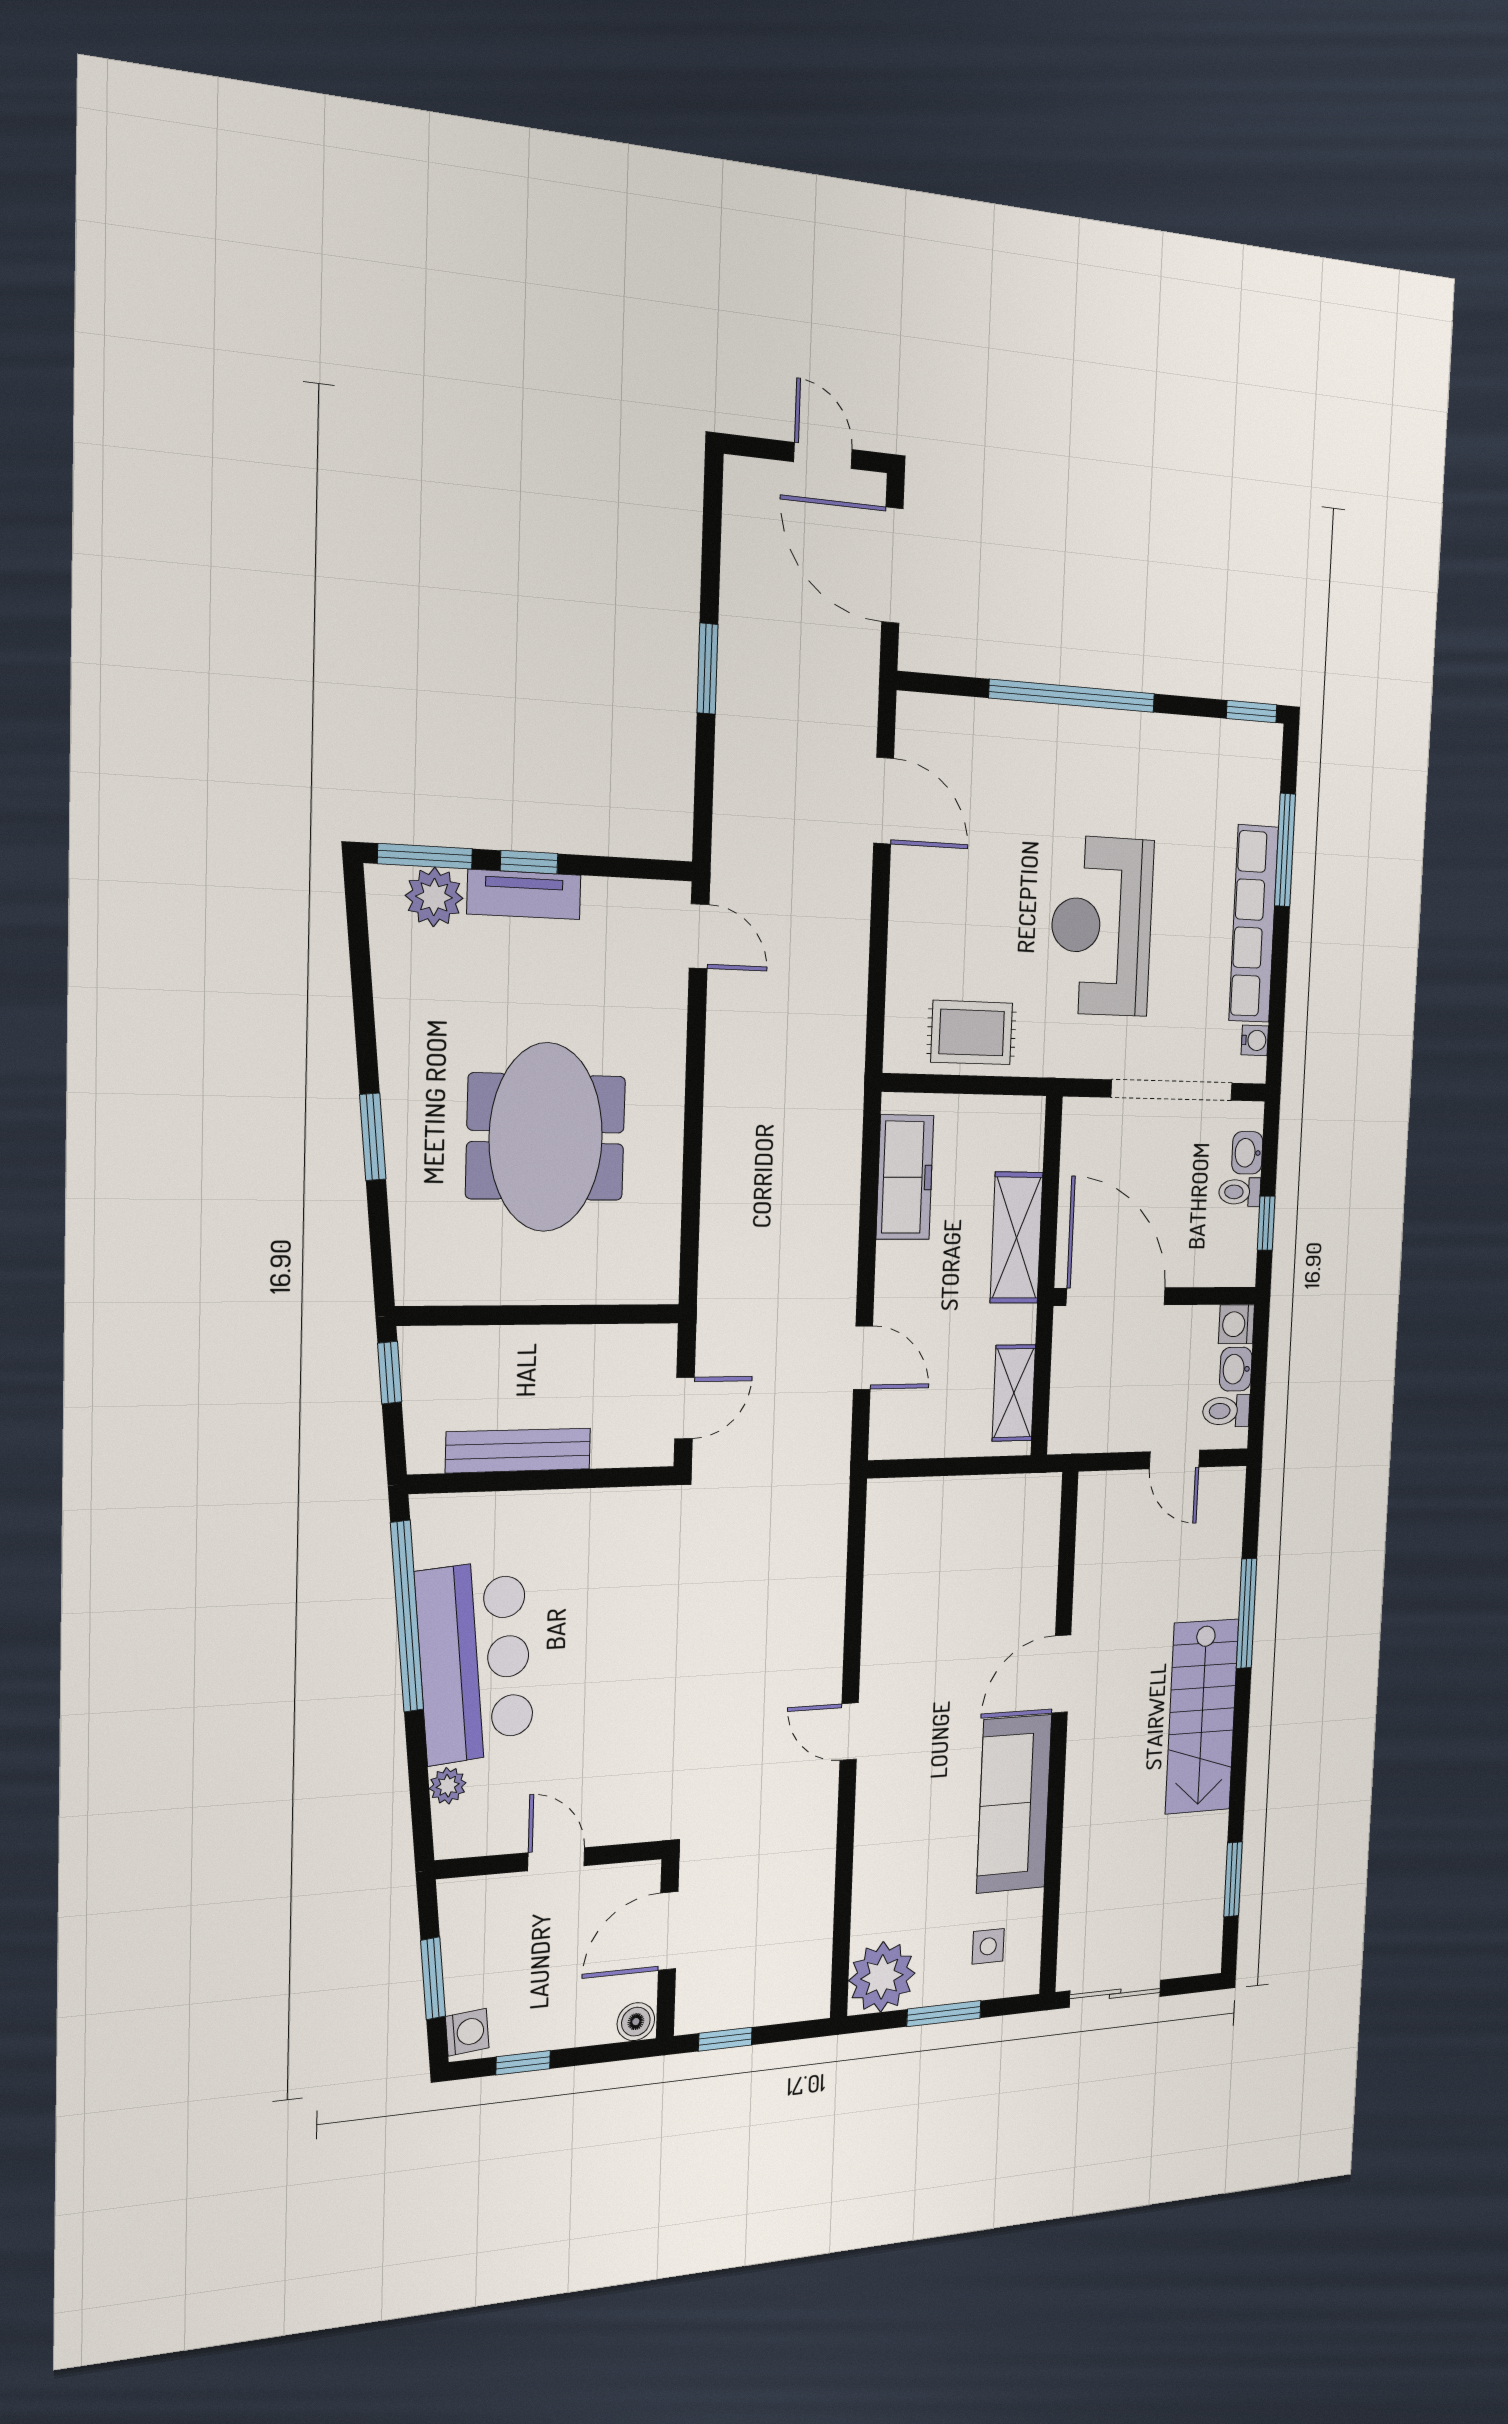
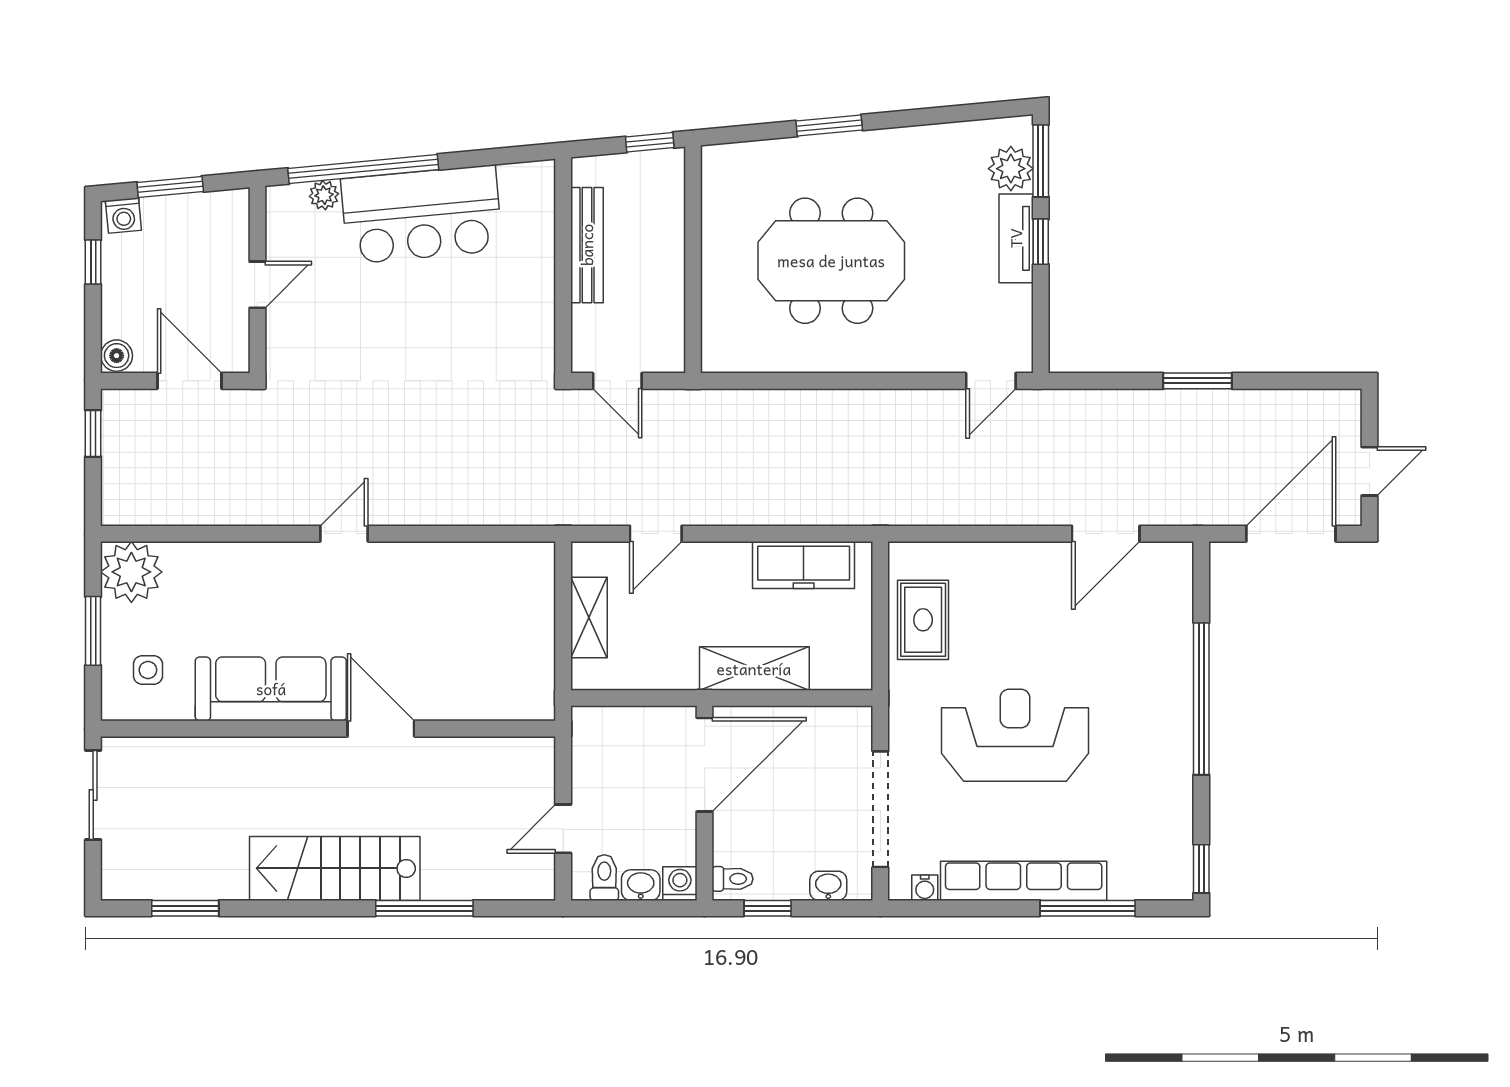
toilet: (1240, 1192) -> (732, 879), moved, turned 90
shelving: (1014, 1393) -> (589, 618), moved, turned 90
window: (407, 1616) -> (363, 169), moved

